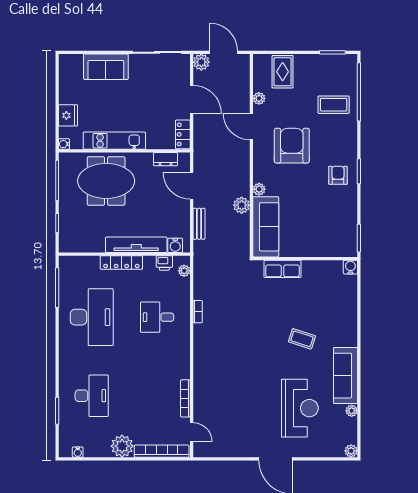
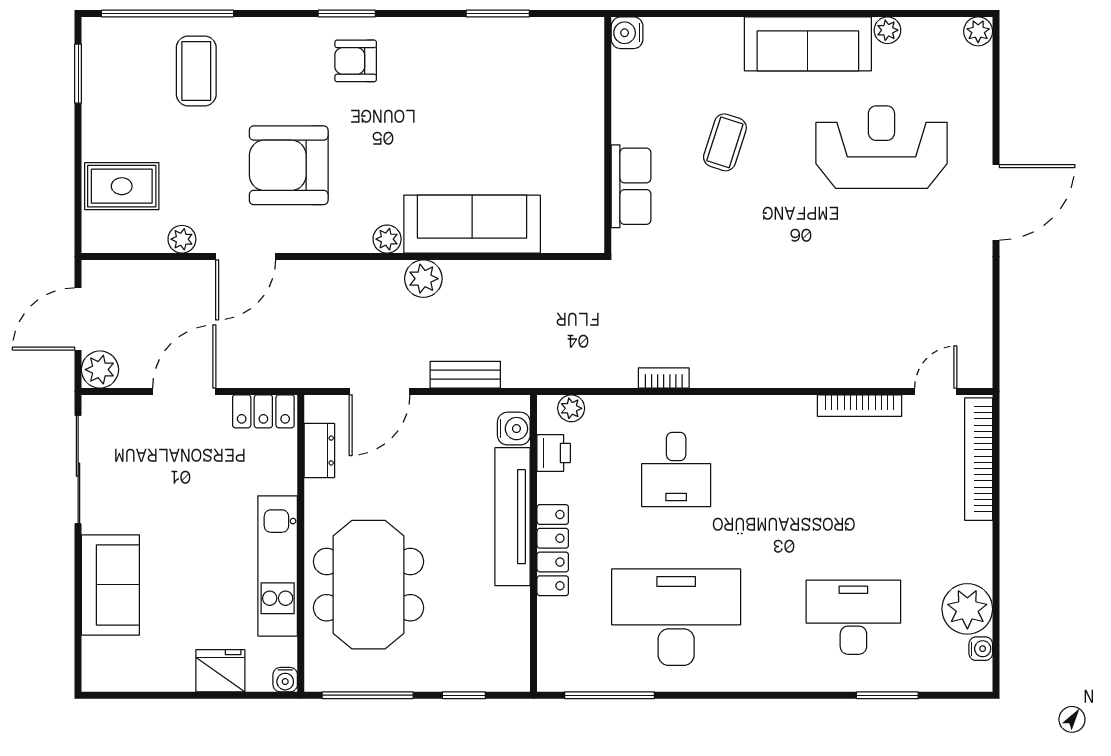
wall: (305, 259) -> (608, 135), moved
water cooler: (350, 267) -> (627, 33), moved
row of seats: (282, 269) -> (631, 186), moved
plant: (122, 446) -> (967, 609), moved

